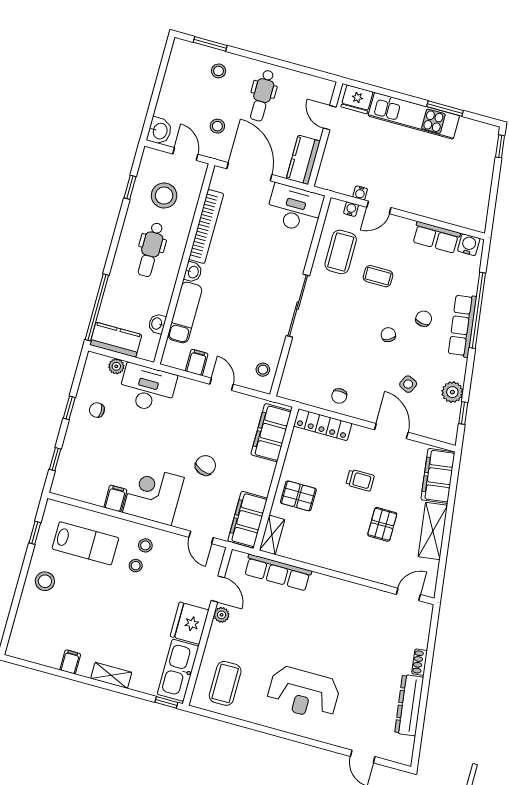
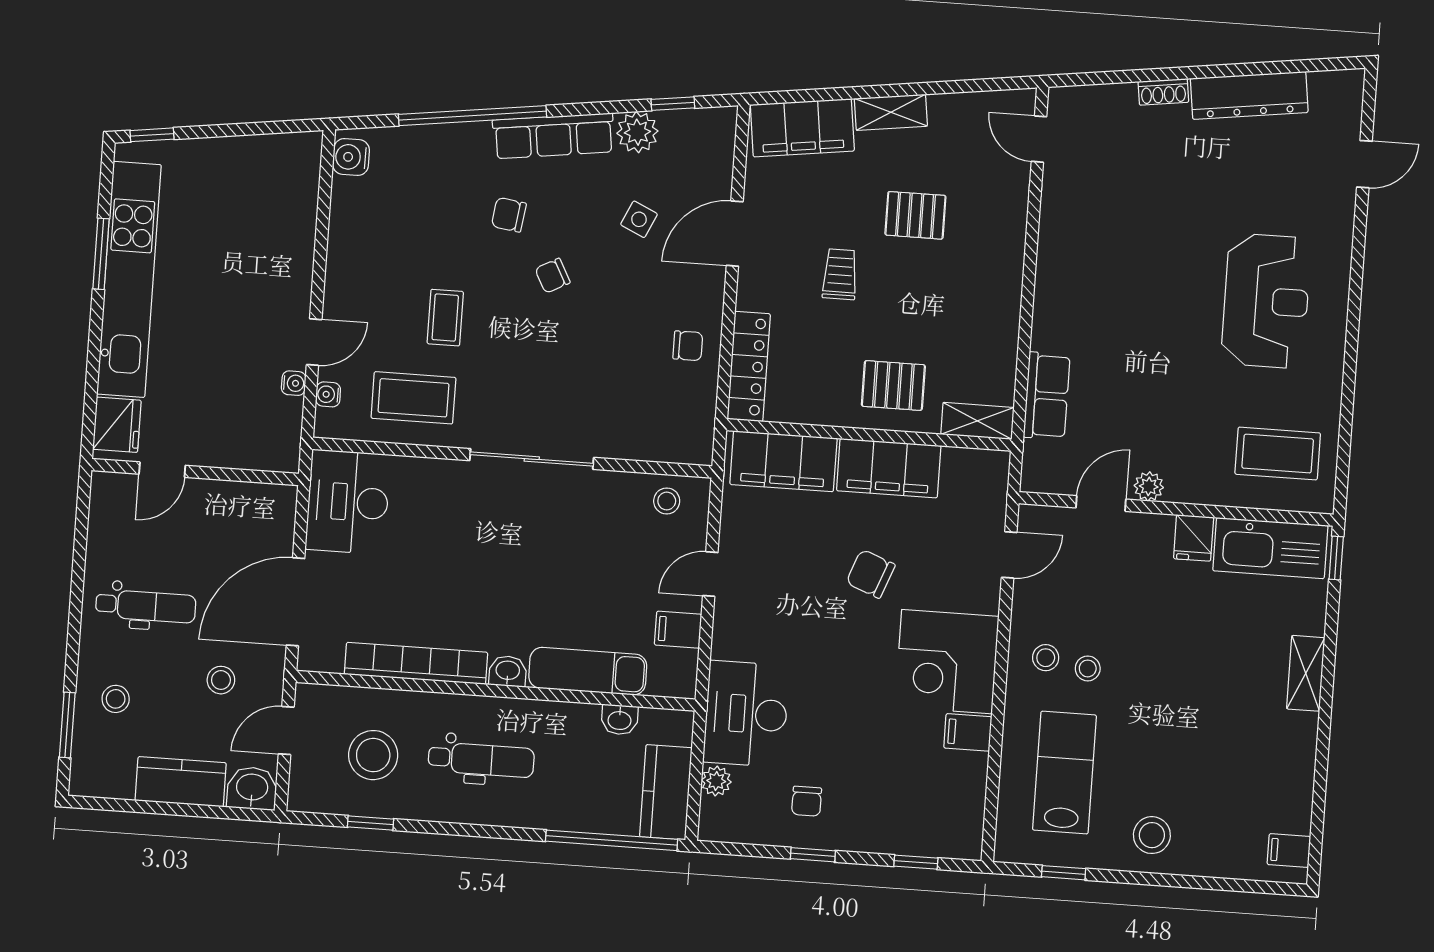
kitchen unit: (414, 116) -> (129, 279), width x1.36
kitchen counter: (303, 160) -> (181, 782), moved, turned 180
door: (379, 207) -> (314, 342), hinge flipped
row of seats: (436, 237) -> (349, 222), removed
row of seats: (462, 326) -> (553, 136), moved
pallet: (298, 496) -> (893, 386), turned 90
filing cabinet: (248, 520) -> (889, 468), moved
shelving: (433, 531) -> (891, 112), width x0.67, depth x0.75
row of seats: (278, 572) -> (1047, 396), width x0.68
fridge: (189, 623) -> (1194, 538), width x0.53, depth x0.75
filing cabinet: (70, 662) -> (1289, 851), moved

